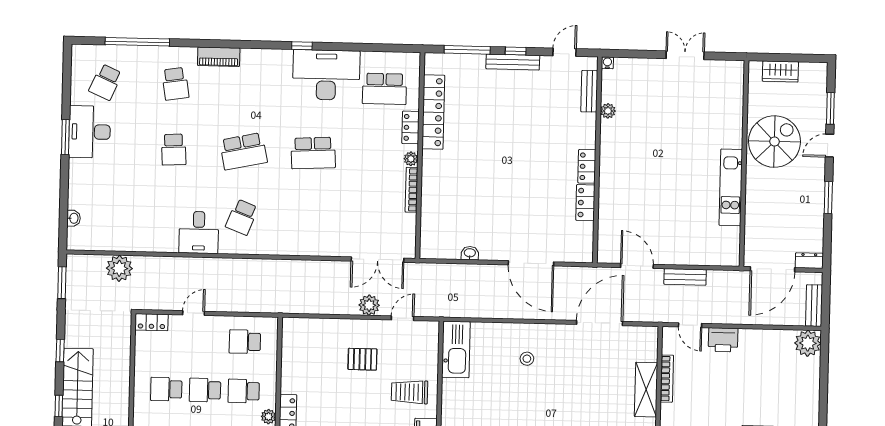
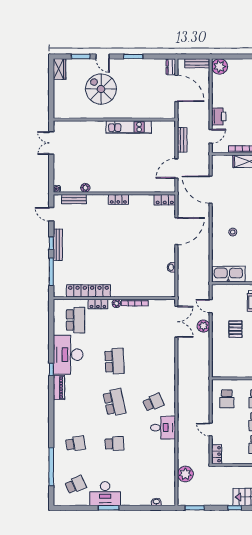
piano: (219, 57) -> (59, 388), moved
wardrobe: (780, 71) -> (60, 69), moved
school desk: (106, 82) -> (75, 485), turned -48
wall: (744, 163) -> (114, 120), moved
kitchen unit: (731, 187) -> (129, 127), moved
locker: (585, 203) -> (165, 200), moved
school desk: (242, 217) -> (153, 402), turned -45

